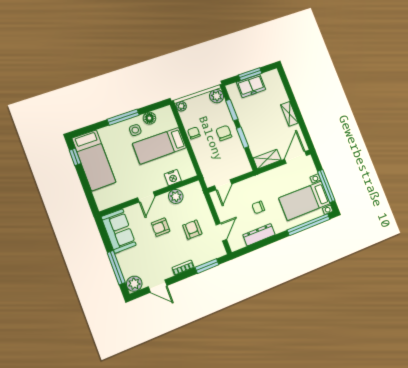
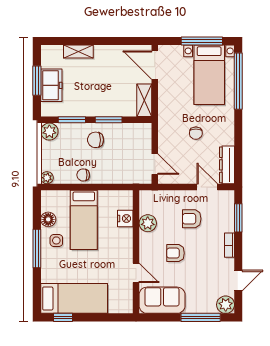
shelving: (289, 114) -> (78, 52), moved
door: (146, 197) -> (136, 273), moved
armchair: (161, 227) -> (175, 253), turned 90
dresser: (259, 235) -> (227, 165), moved

